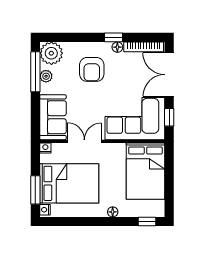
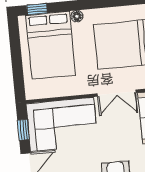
bed: (145, 171) -> (51, 45), moved, turned 180

